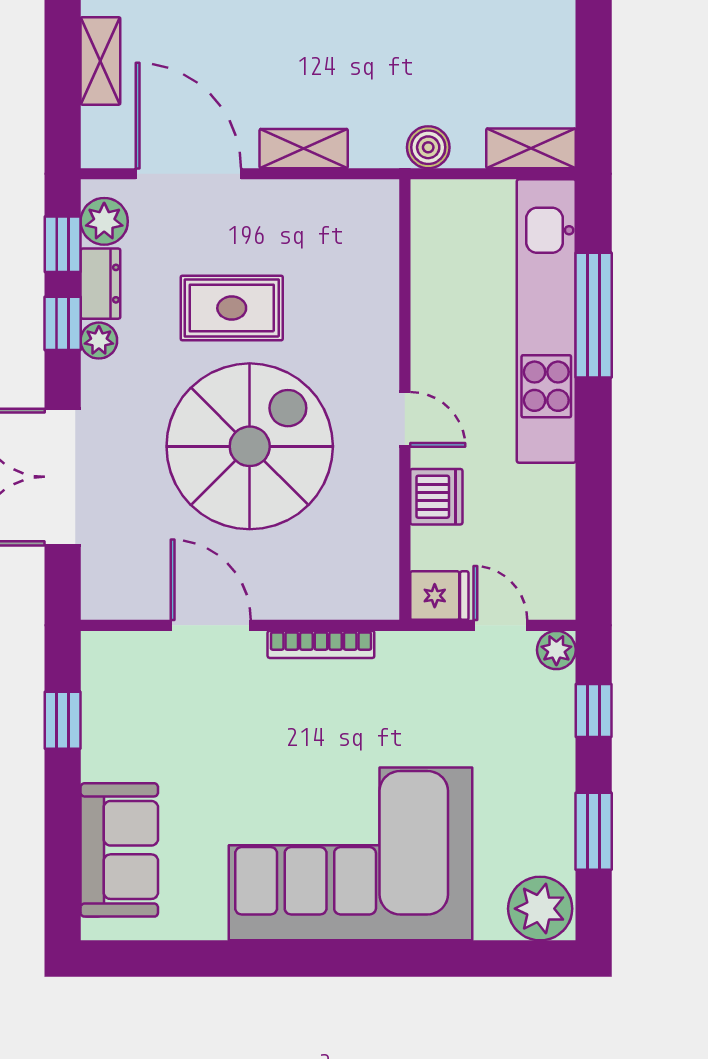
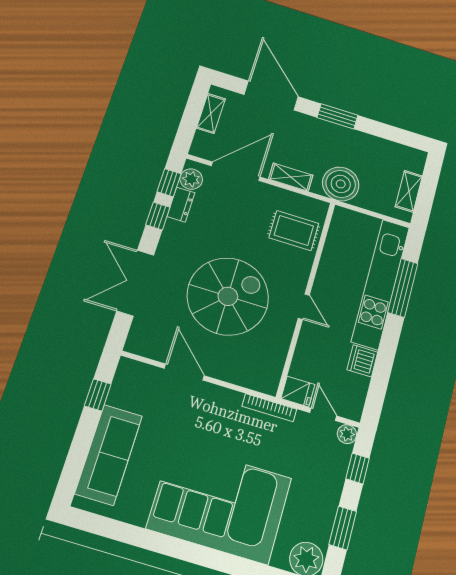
boiler: (428, 147) -> (341, 184), width x1.86, depth x1.86
shelving: (531, 148) -> (409, 191), moved, turned 90
door: (188, 174) -> (236, 171), hinge flipped
rug: (232, 308) -> (294, 231), moved
plant: (99, 341) -> (172, 229), removed
dishwasher: (436, 497) -> (362, 361), moved, turned 180
bookcase: (321, 644) -> (269, 408), moved
sofa: (119, 850) -> (109, 455), width x1.36

